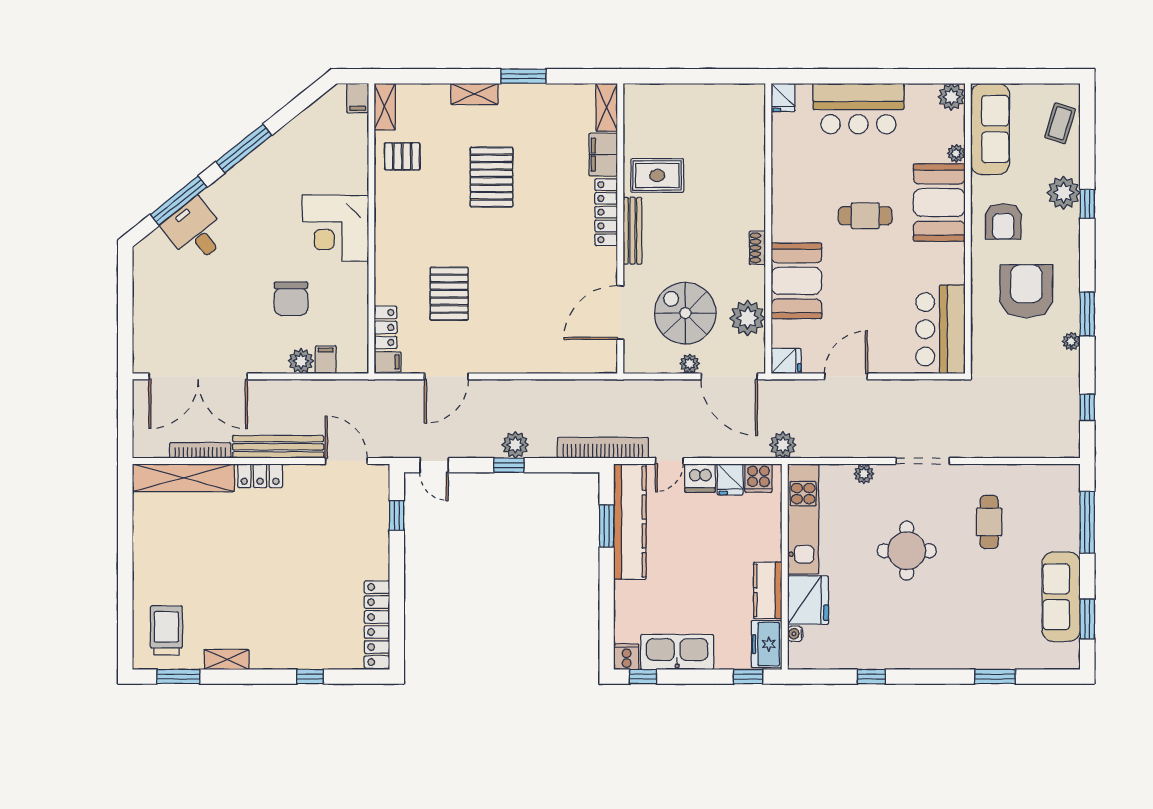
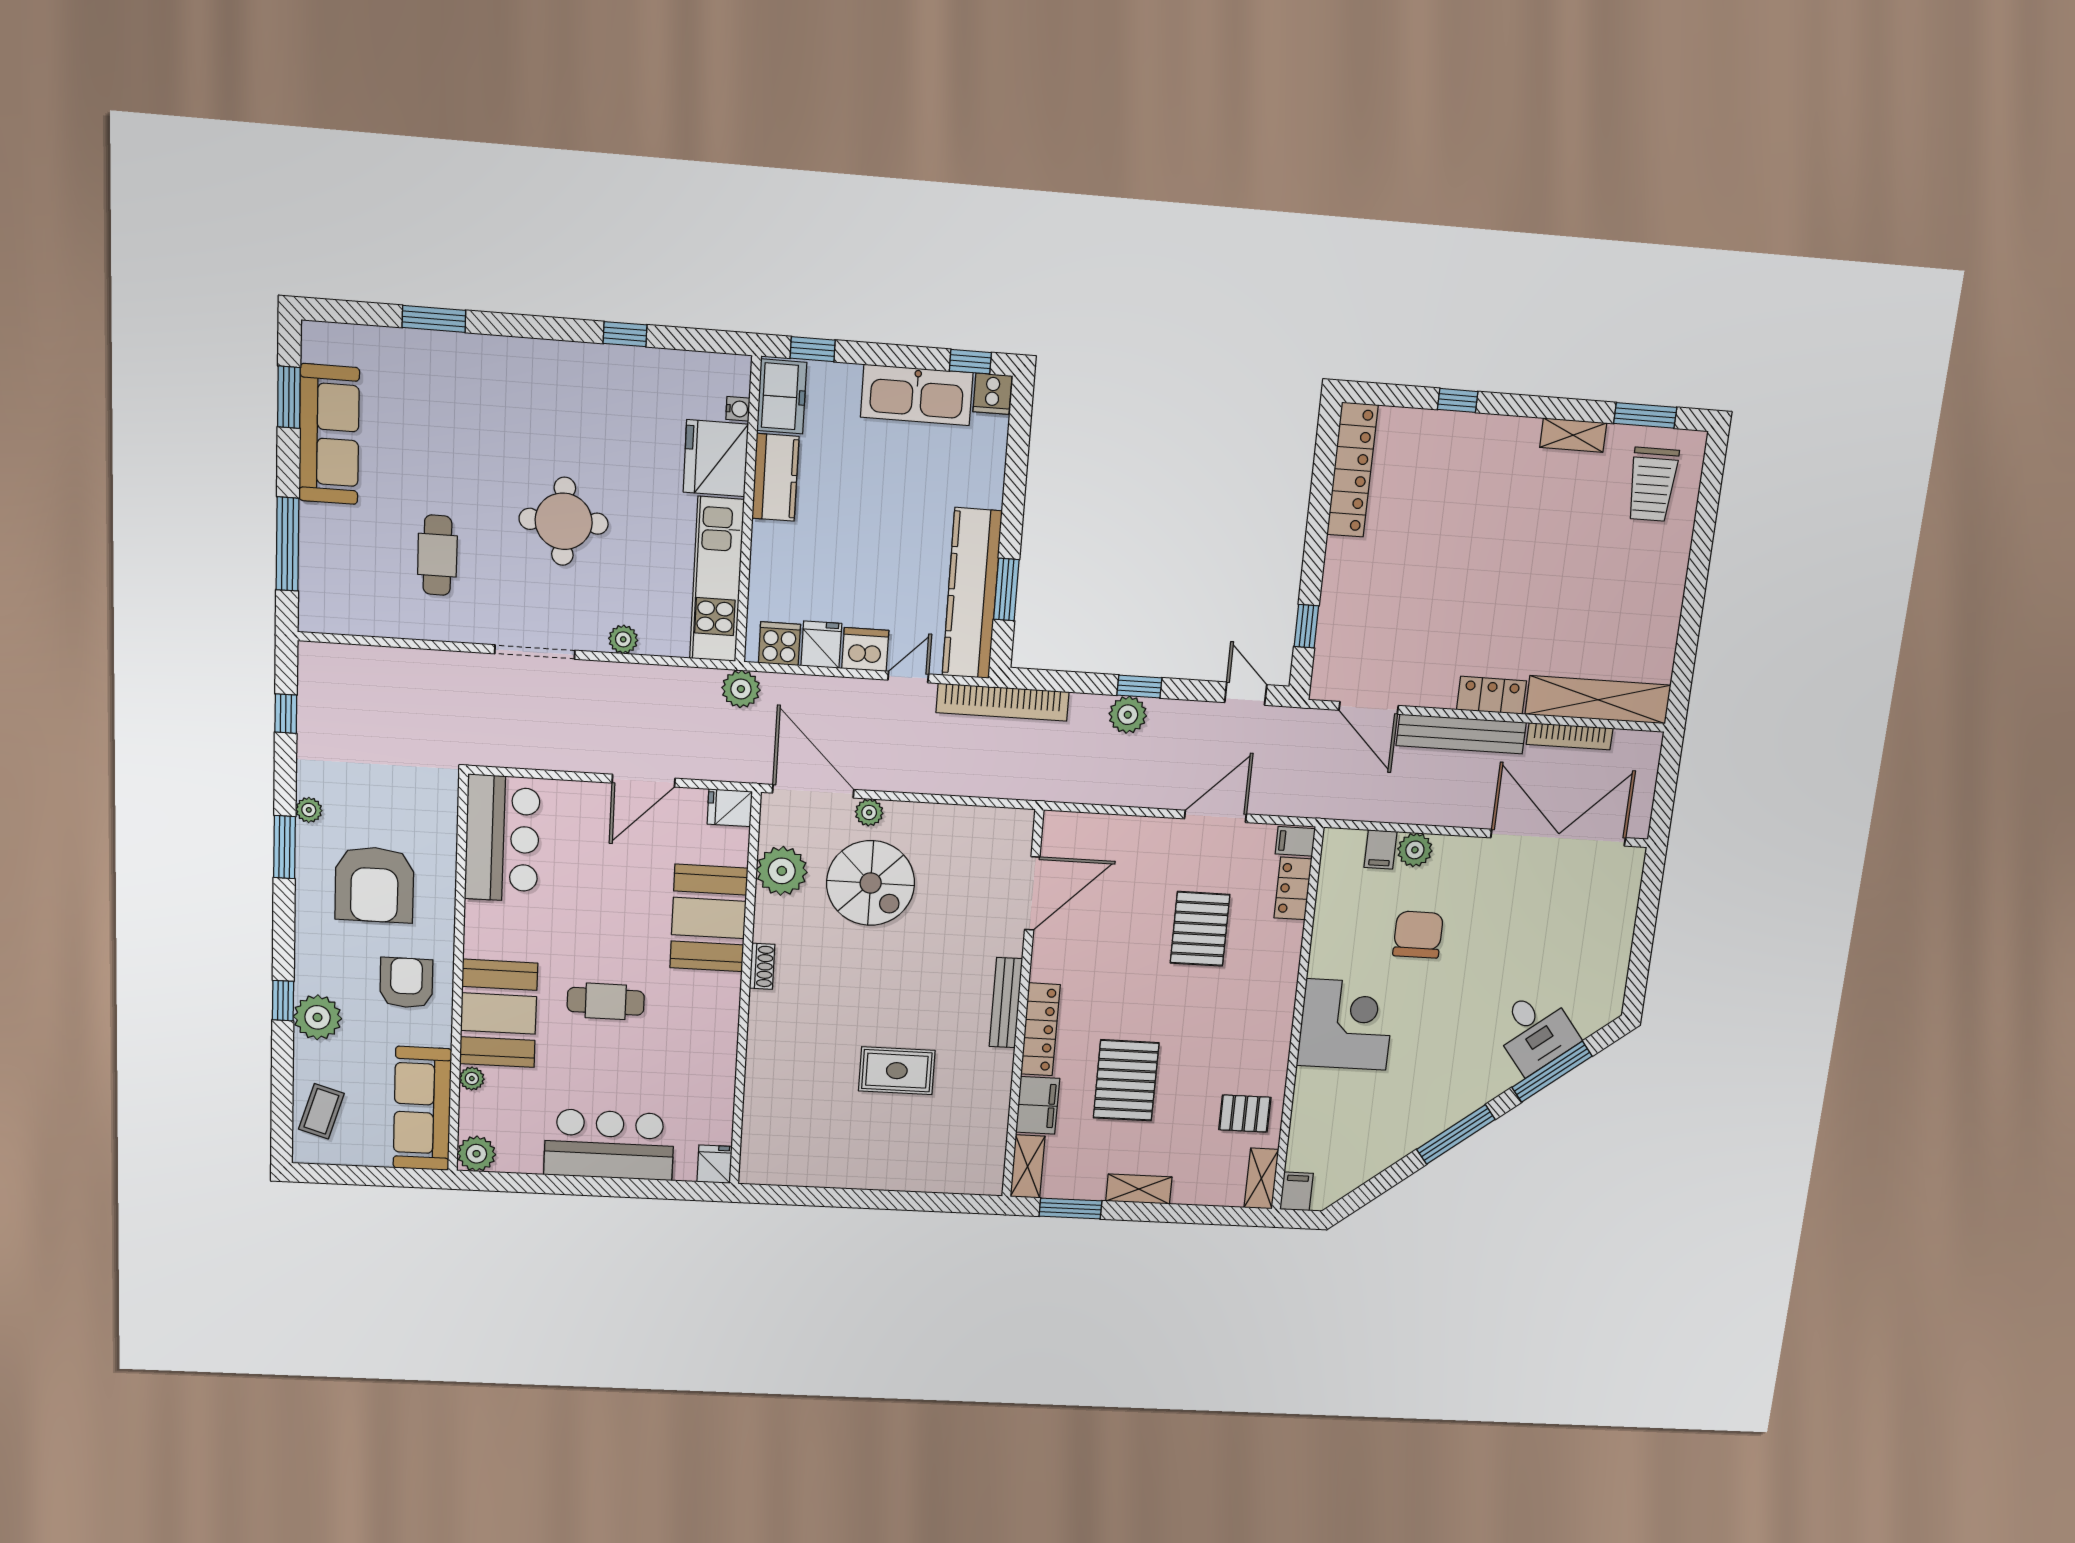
shelving: (607, 107) -> (1028, 1166), moved
filing cabinet: (603, 155) -> (1038, 1105), moved
locker: (606, 212) -> (1040, 1029), moved
wall: (620, 228) -> (1023, 1007), moved
bench: (632, 231) -> (1006, 1003), moved
door: (620, 312) -> (1032, 893), moved

